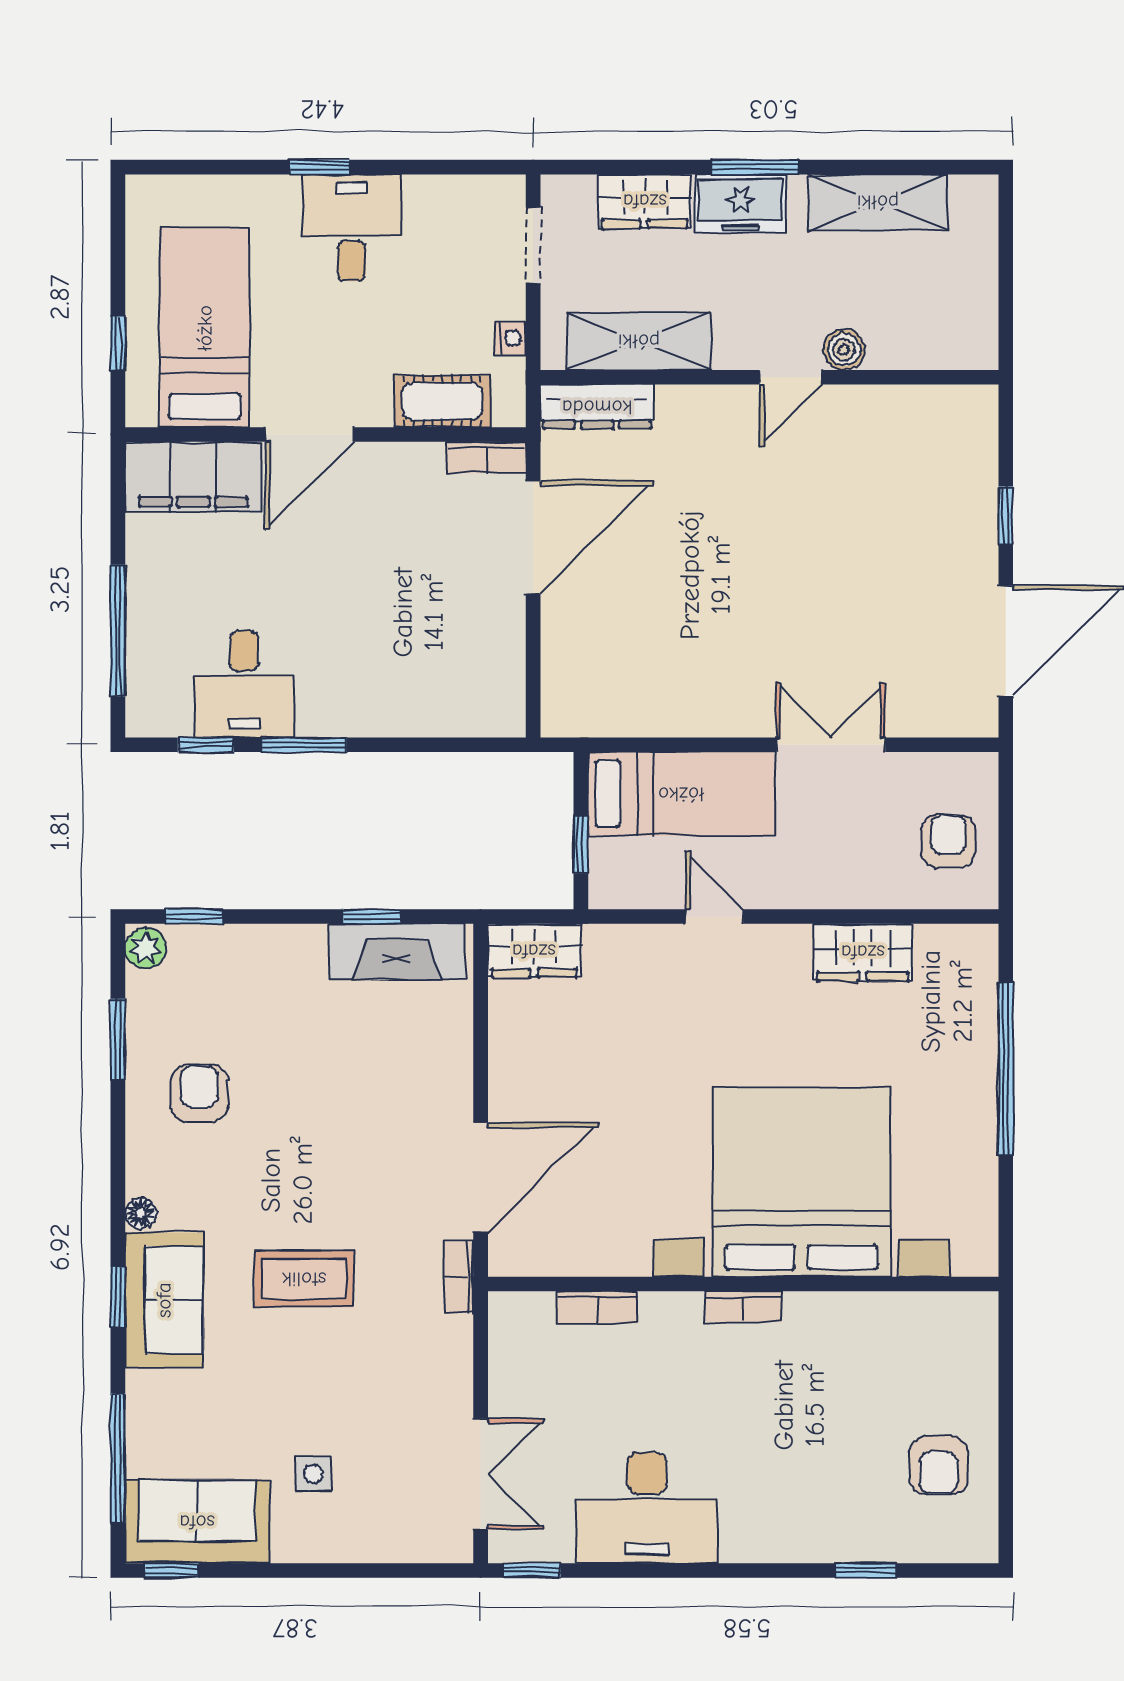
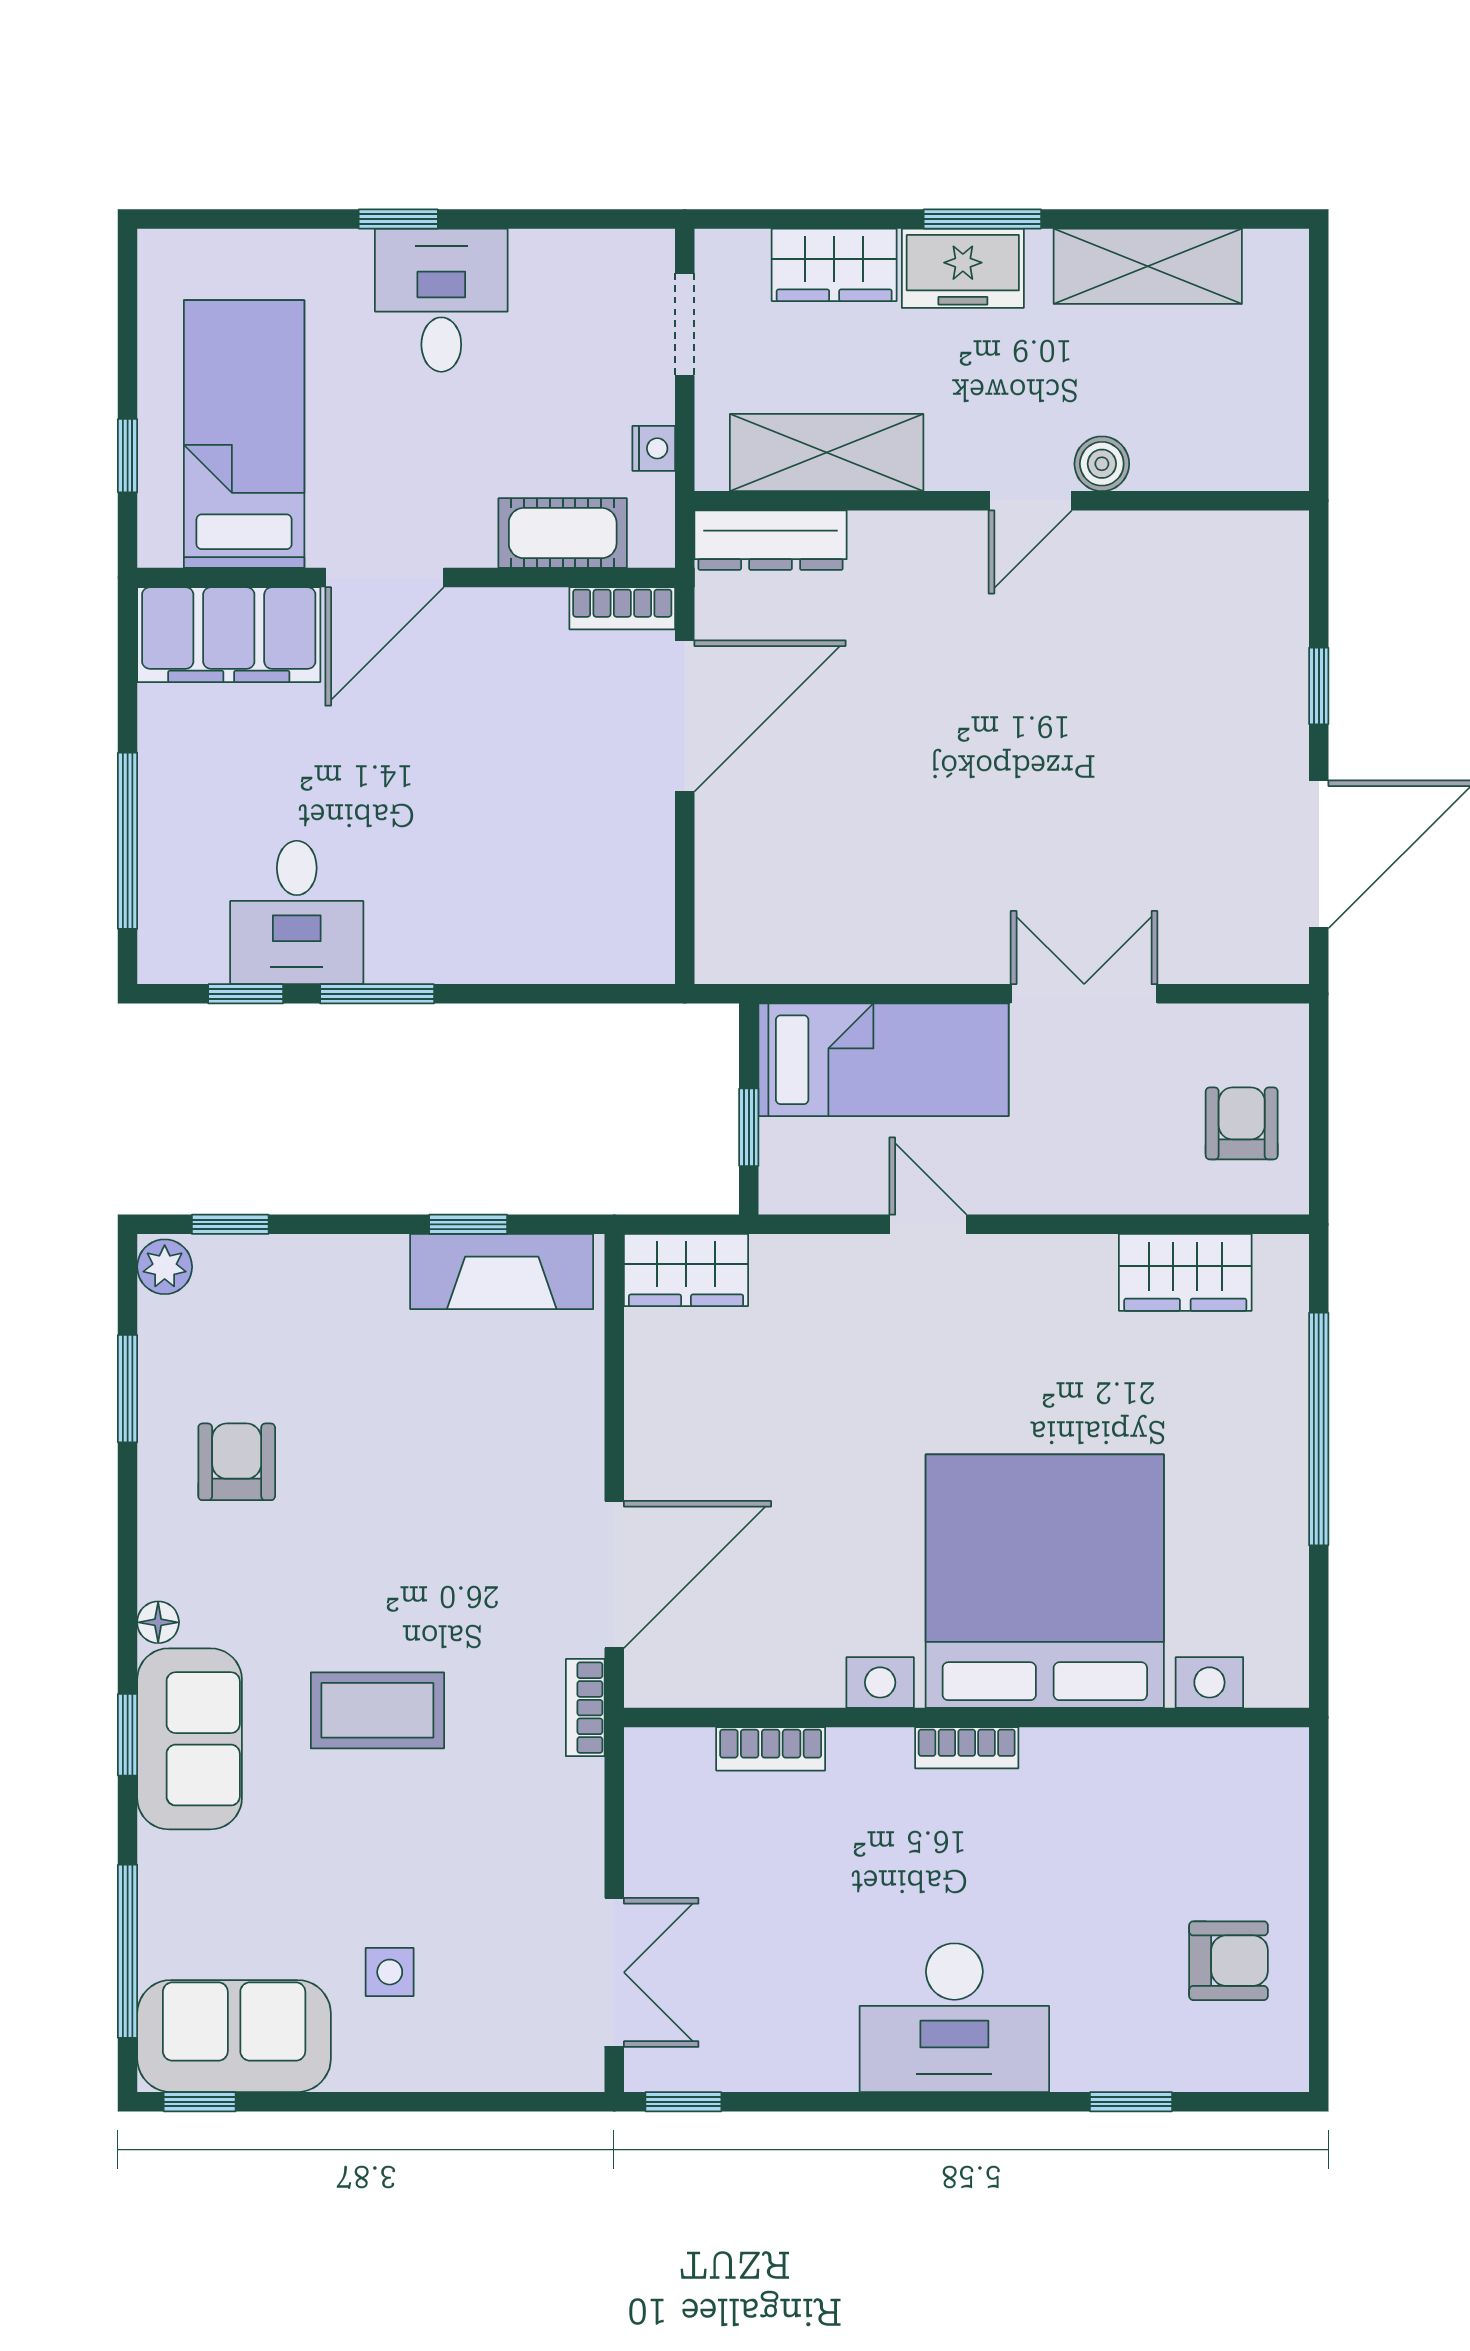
wardrobe: (863, 952) -> (1185, 1272), moved
armchair: (938, 1465) -> (1228, 1961), turned -90
desk: (647, 1508) -> (954, 2018), moved

